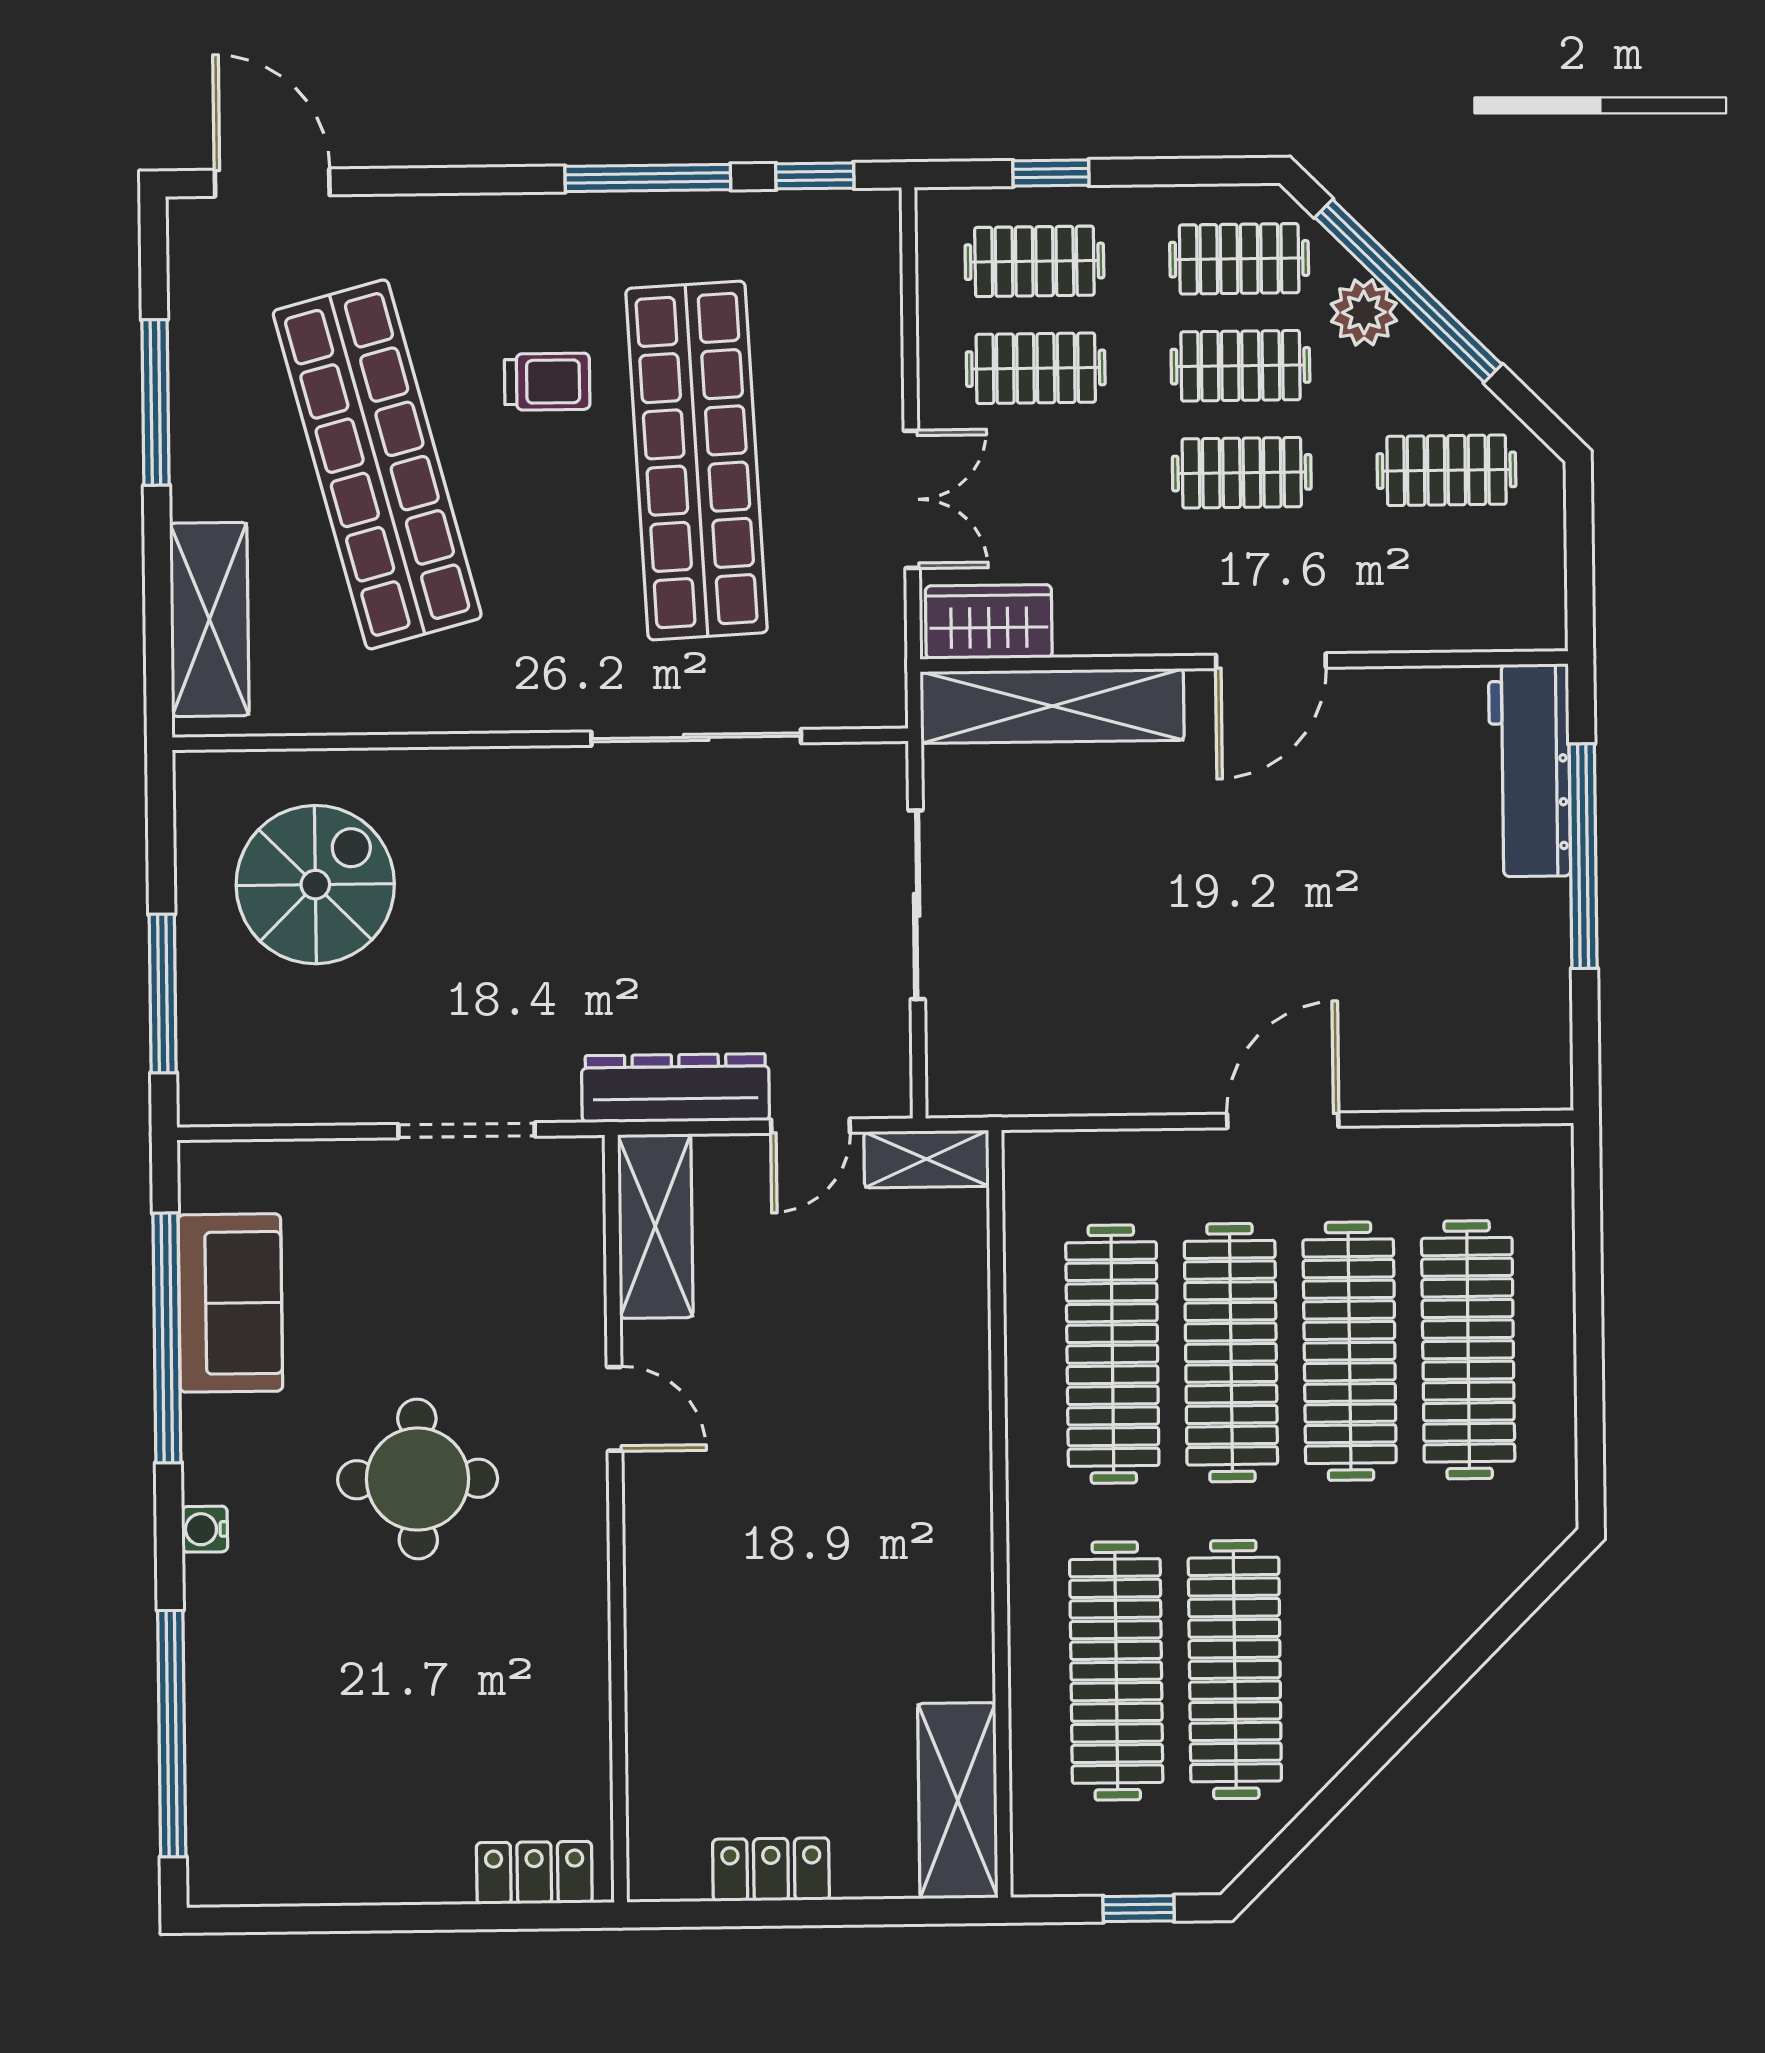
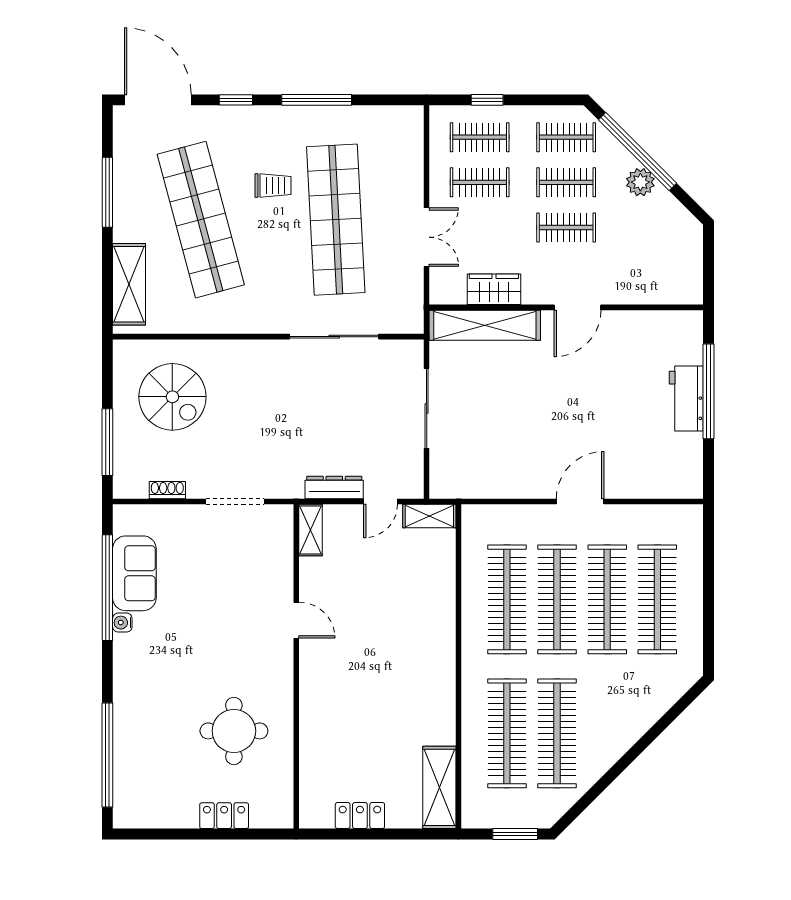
window: (815, 176) -> (236, 100), moved
door: (272, 183) -> (158, 100), width x1.36
plant: (1364, 312) -> (640, 182), moved
clothes rail: (1446, 470) -> (653, 228), removed
wardrobe: (989, 622) -> (494, 289), moved
workbench: (1530, 770) -> (686, 398), moved, width x0.73
spiral stairs: (315, 885) -> (172, 397), turned 90
dresser: (676, 1088) -> (334, 488), width x0.73, depth x0.80
shoe rack: (306, 1105) -> (167, 490), added
shelving: (655, 1226) -> (311, 530), width x0.67, depth x0.75
round table: (418, 1479) -> (234, 731), moved
water cooler: (205, 1529) -> (122, 623), moved
locker: (534, 1873) -> (224, 816), moved
window: (1139, 1909) -> (515, 834), width x1.50

